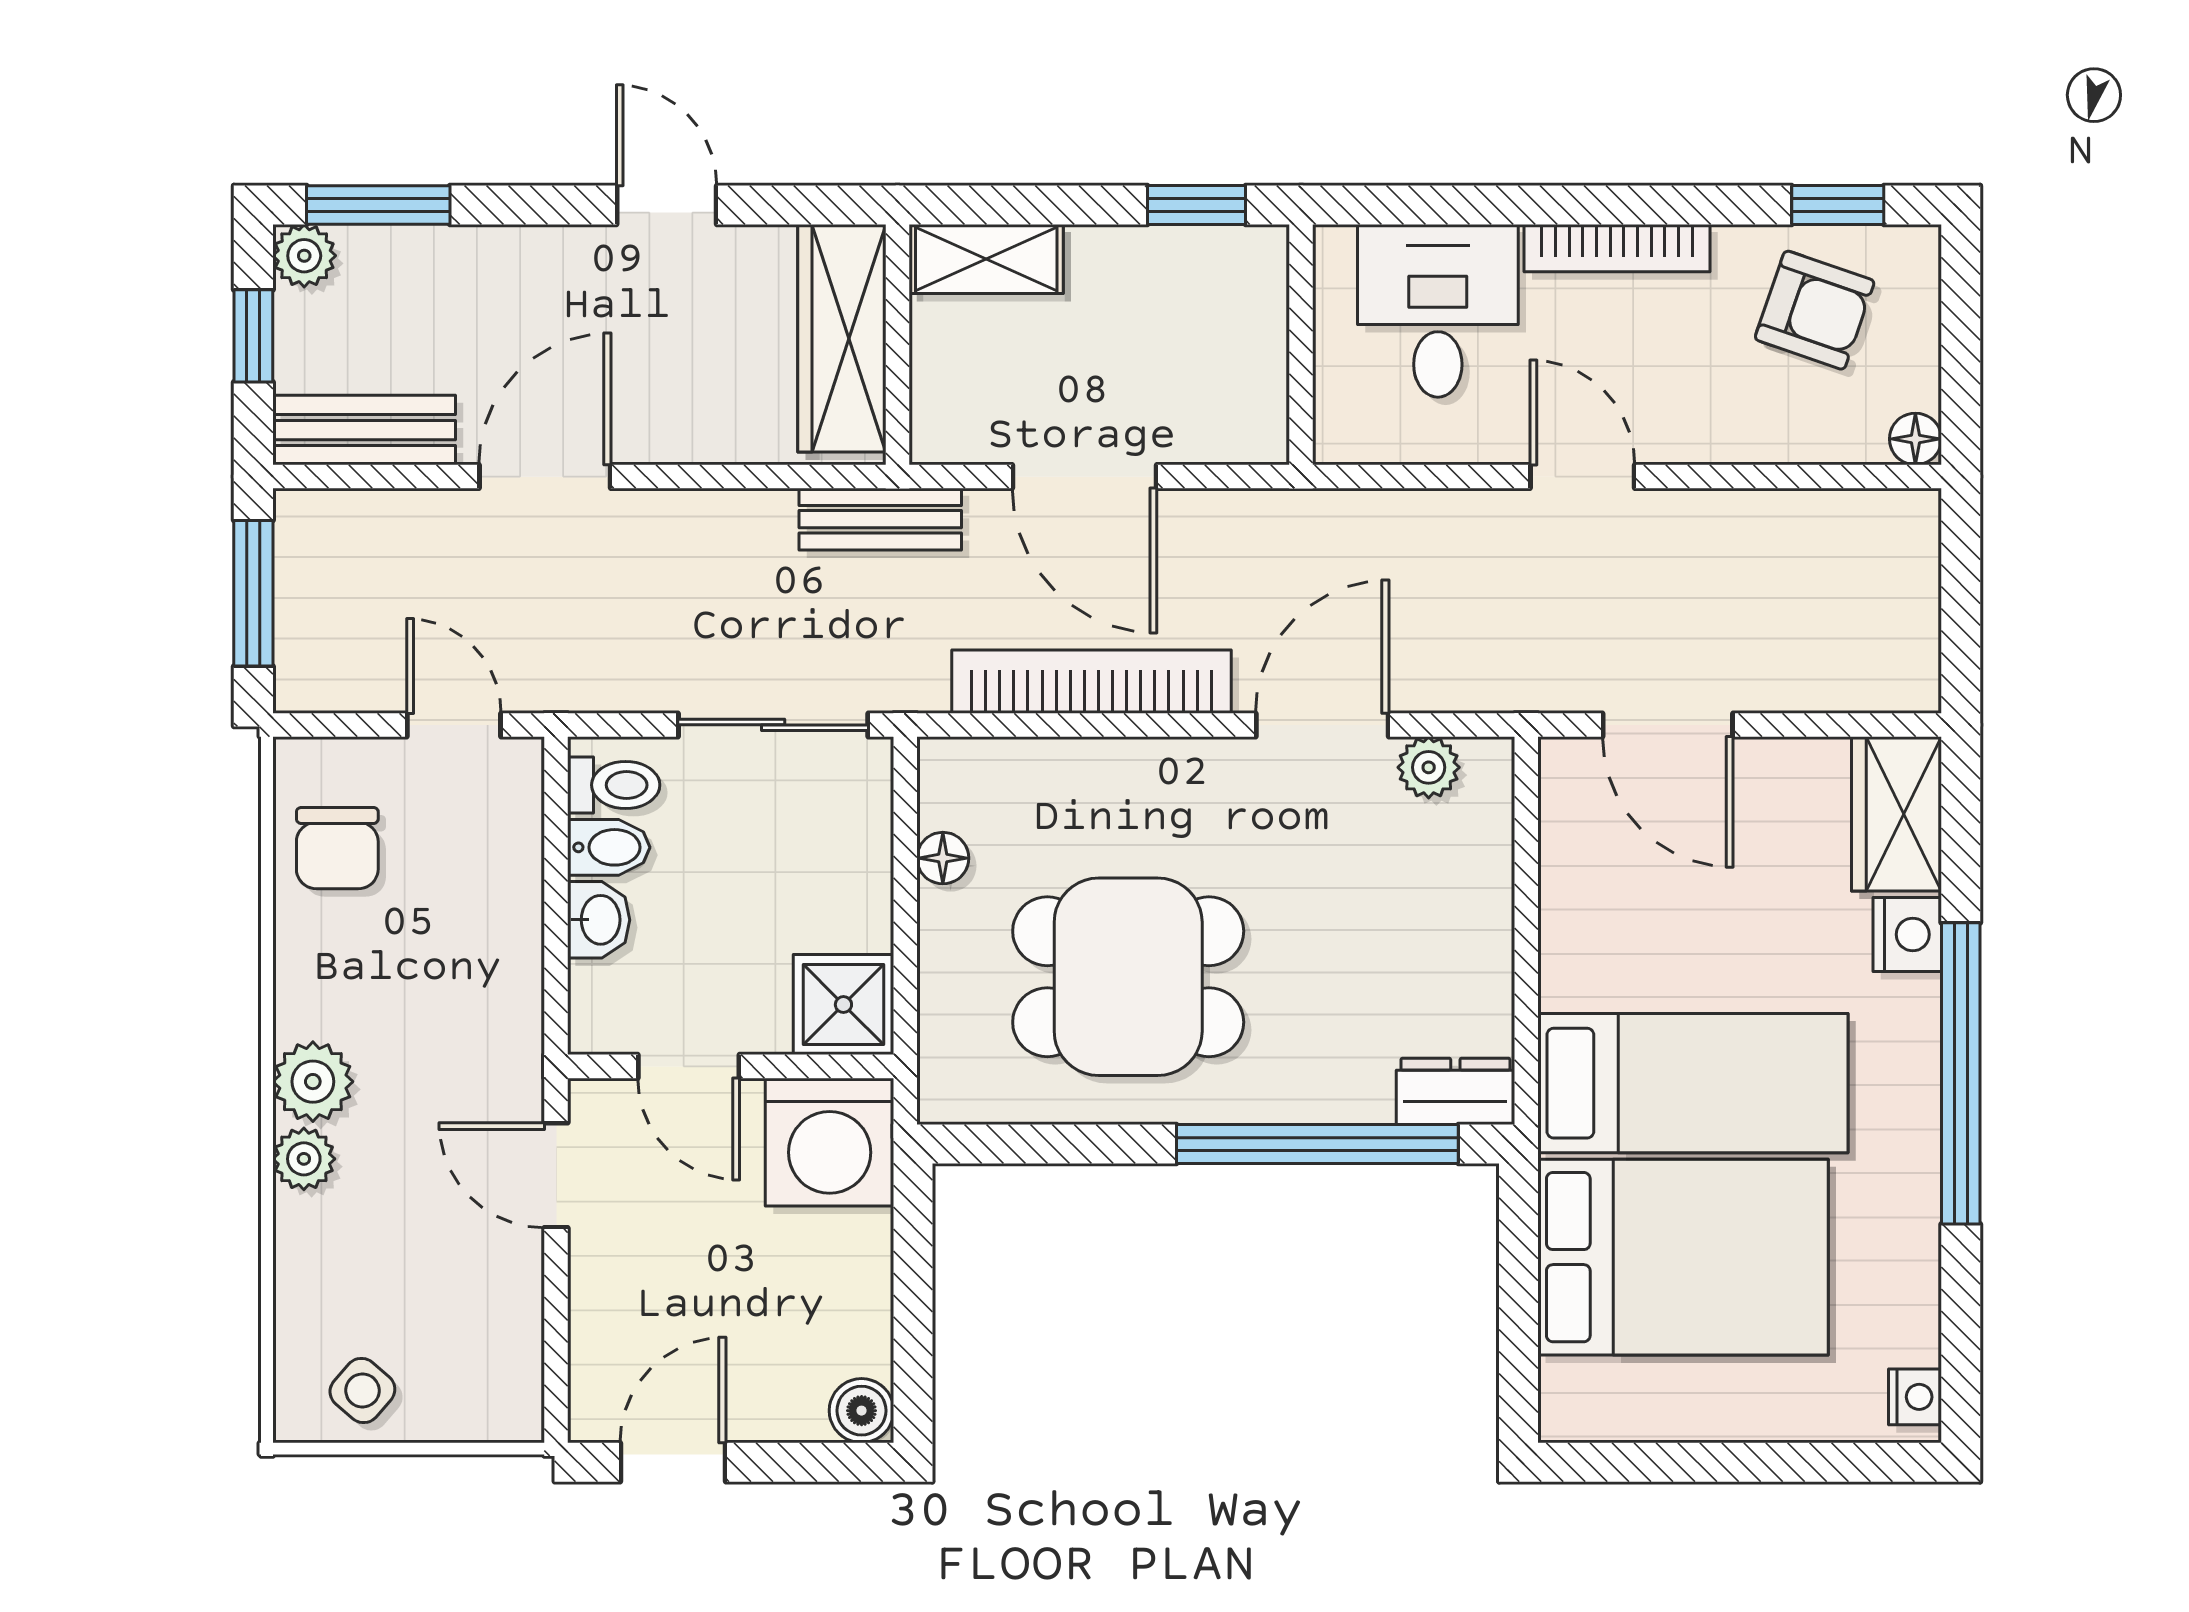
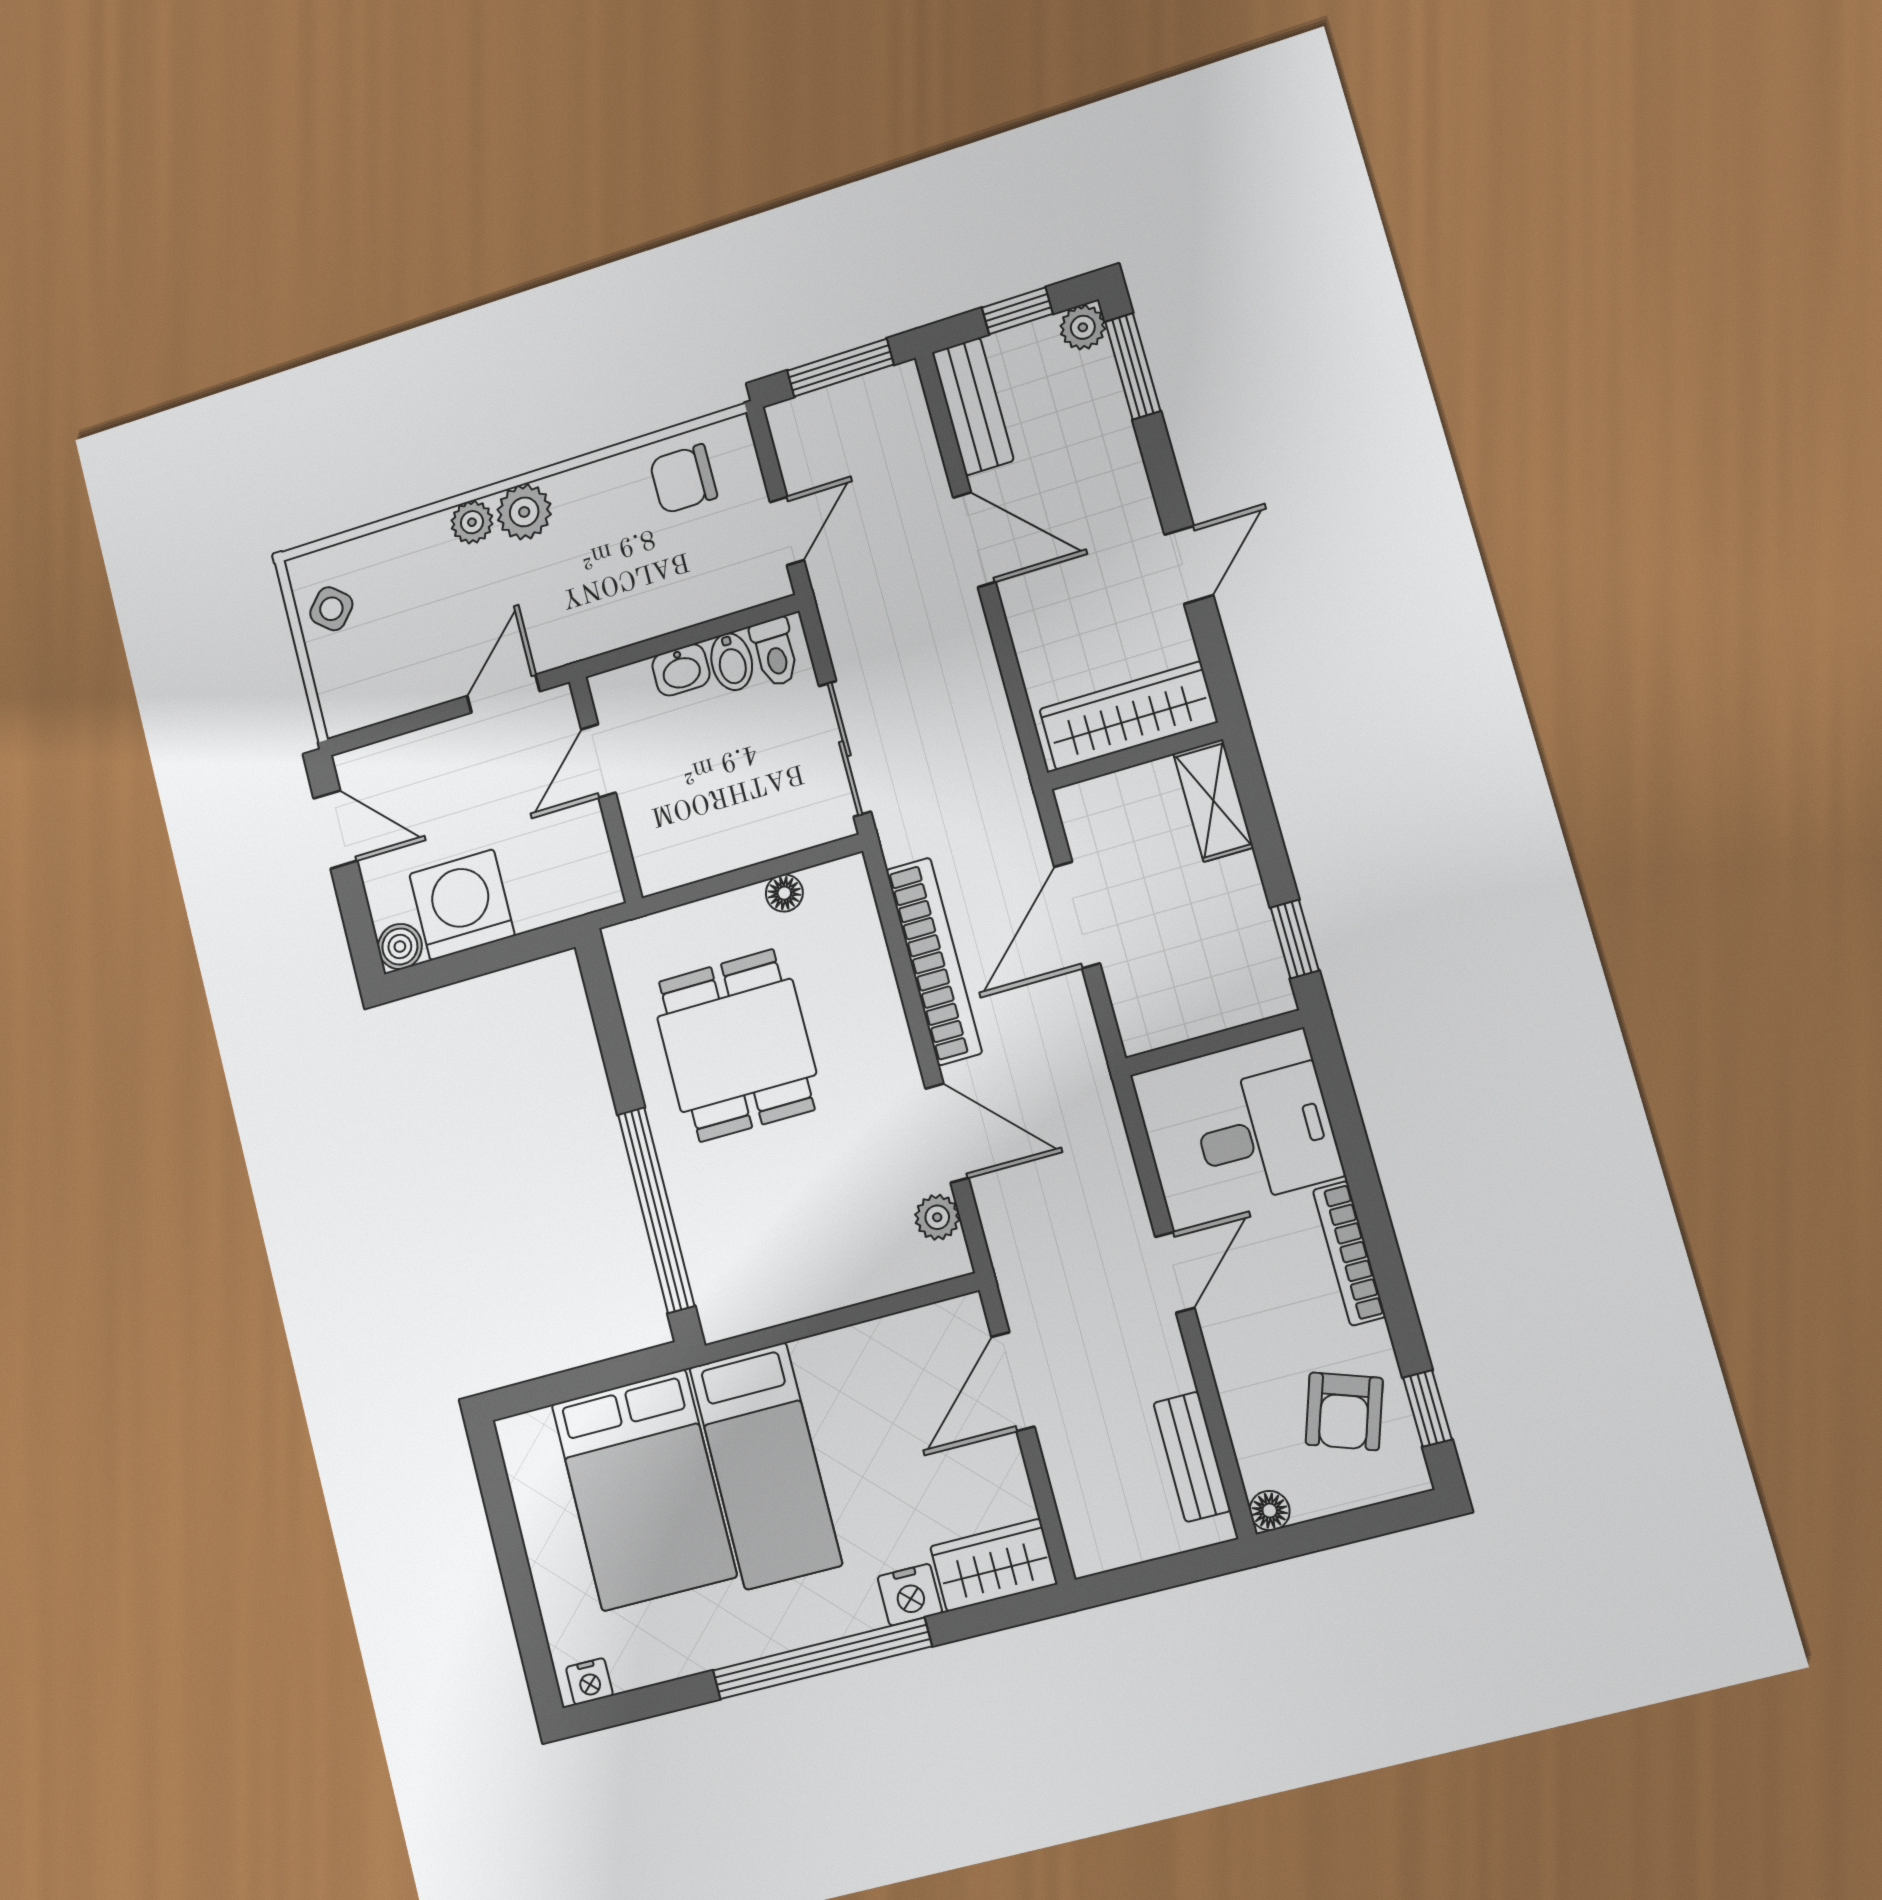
bench: (880, 519) -> (1192, 1457), moved
shower: (843, 1005) -> (667, 854), removed
dresser: (1455, 1091) -> (717, 1298), removed
washing machine: (830, 1142) -> (462, 905), moved, turned 90

